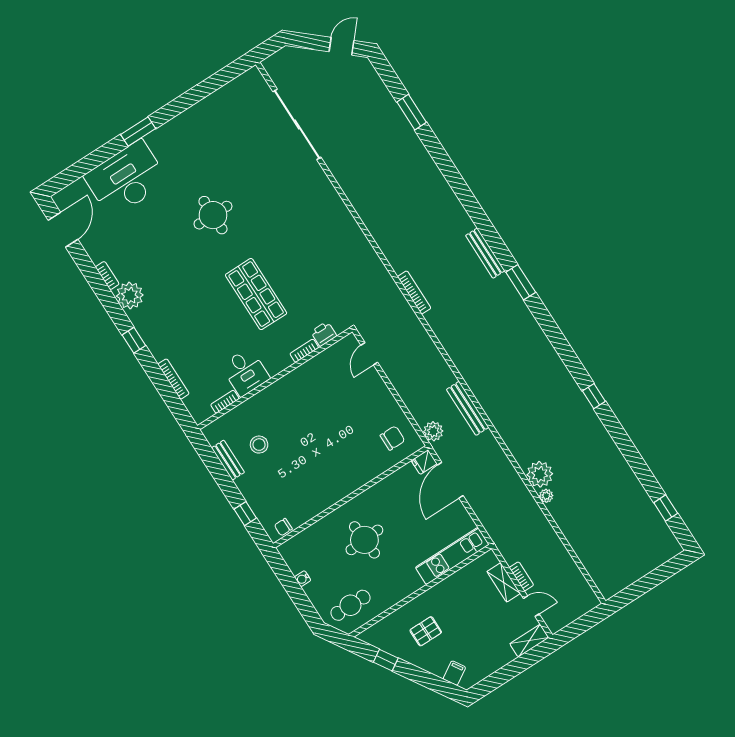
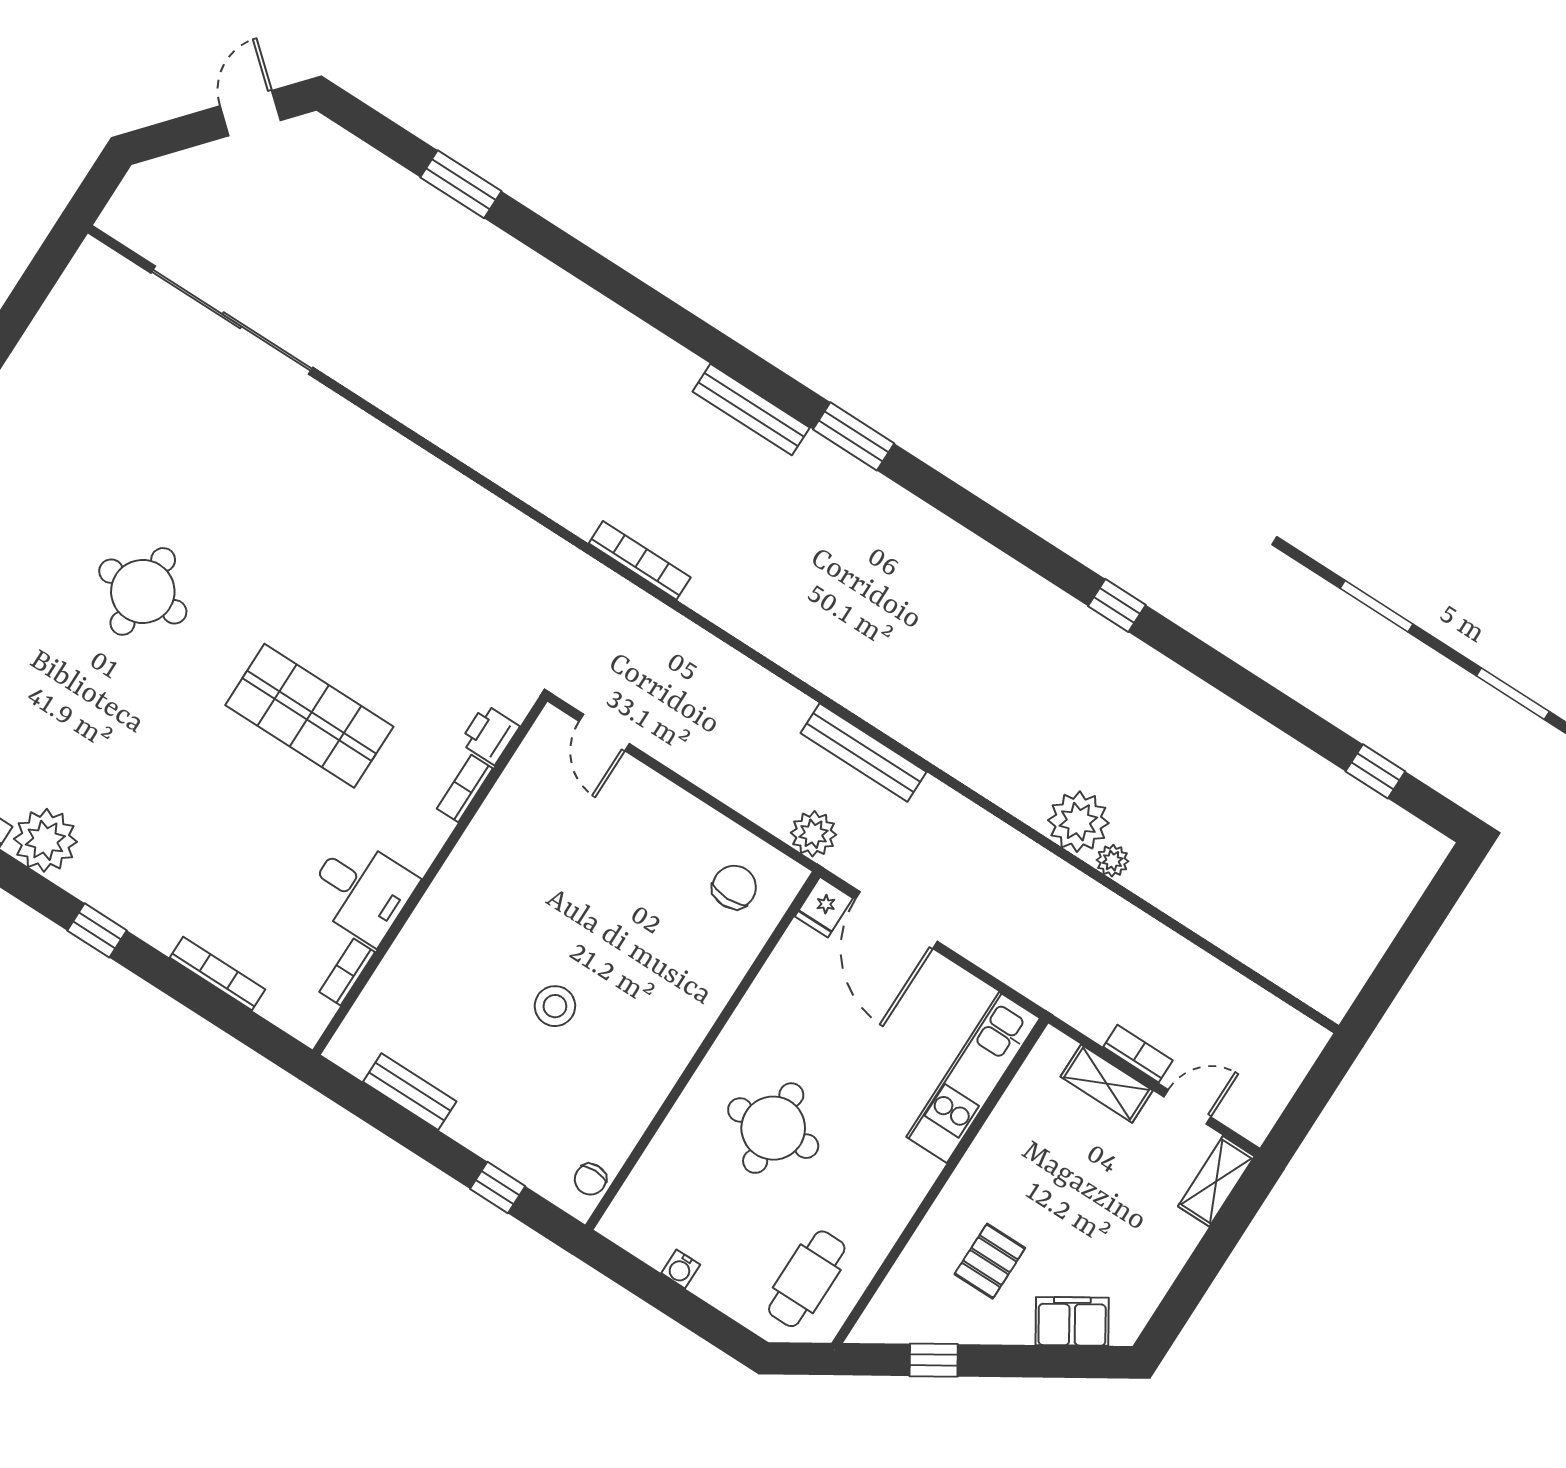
stool: (259, 445) -> (555, 1006), moved
filing cabinet: (454, 673) -> (1072, 1321), width x2.00

